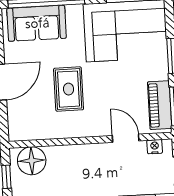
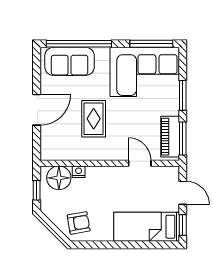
nightstand: (155, 147) -> (79, 172), moved

